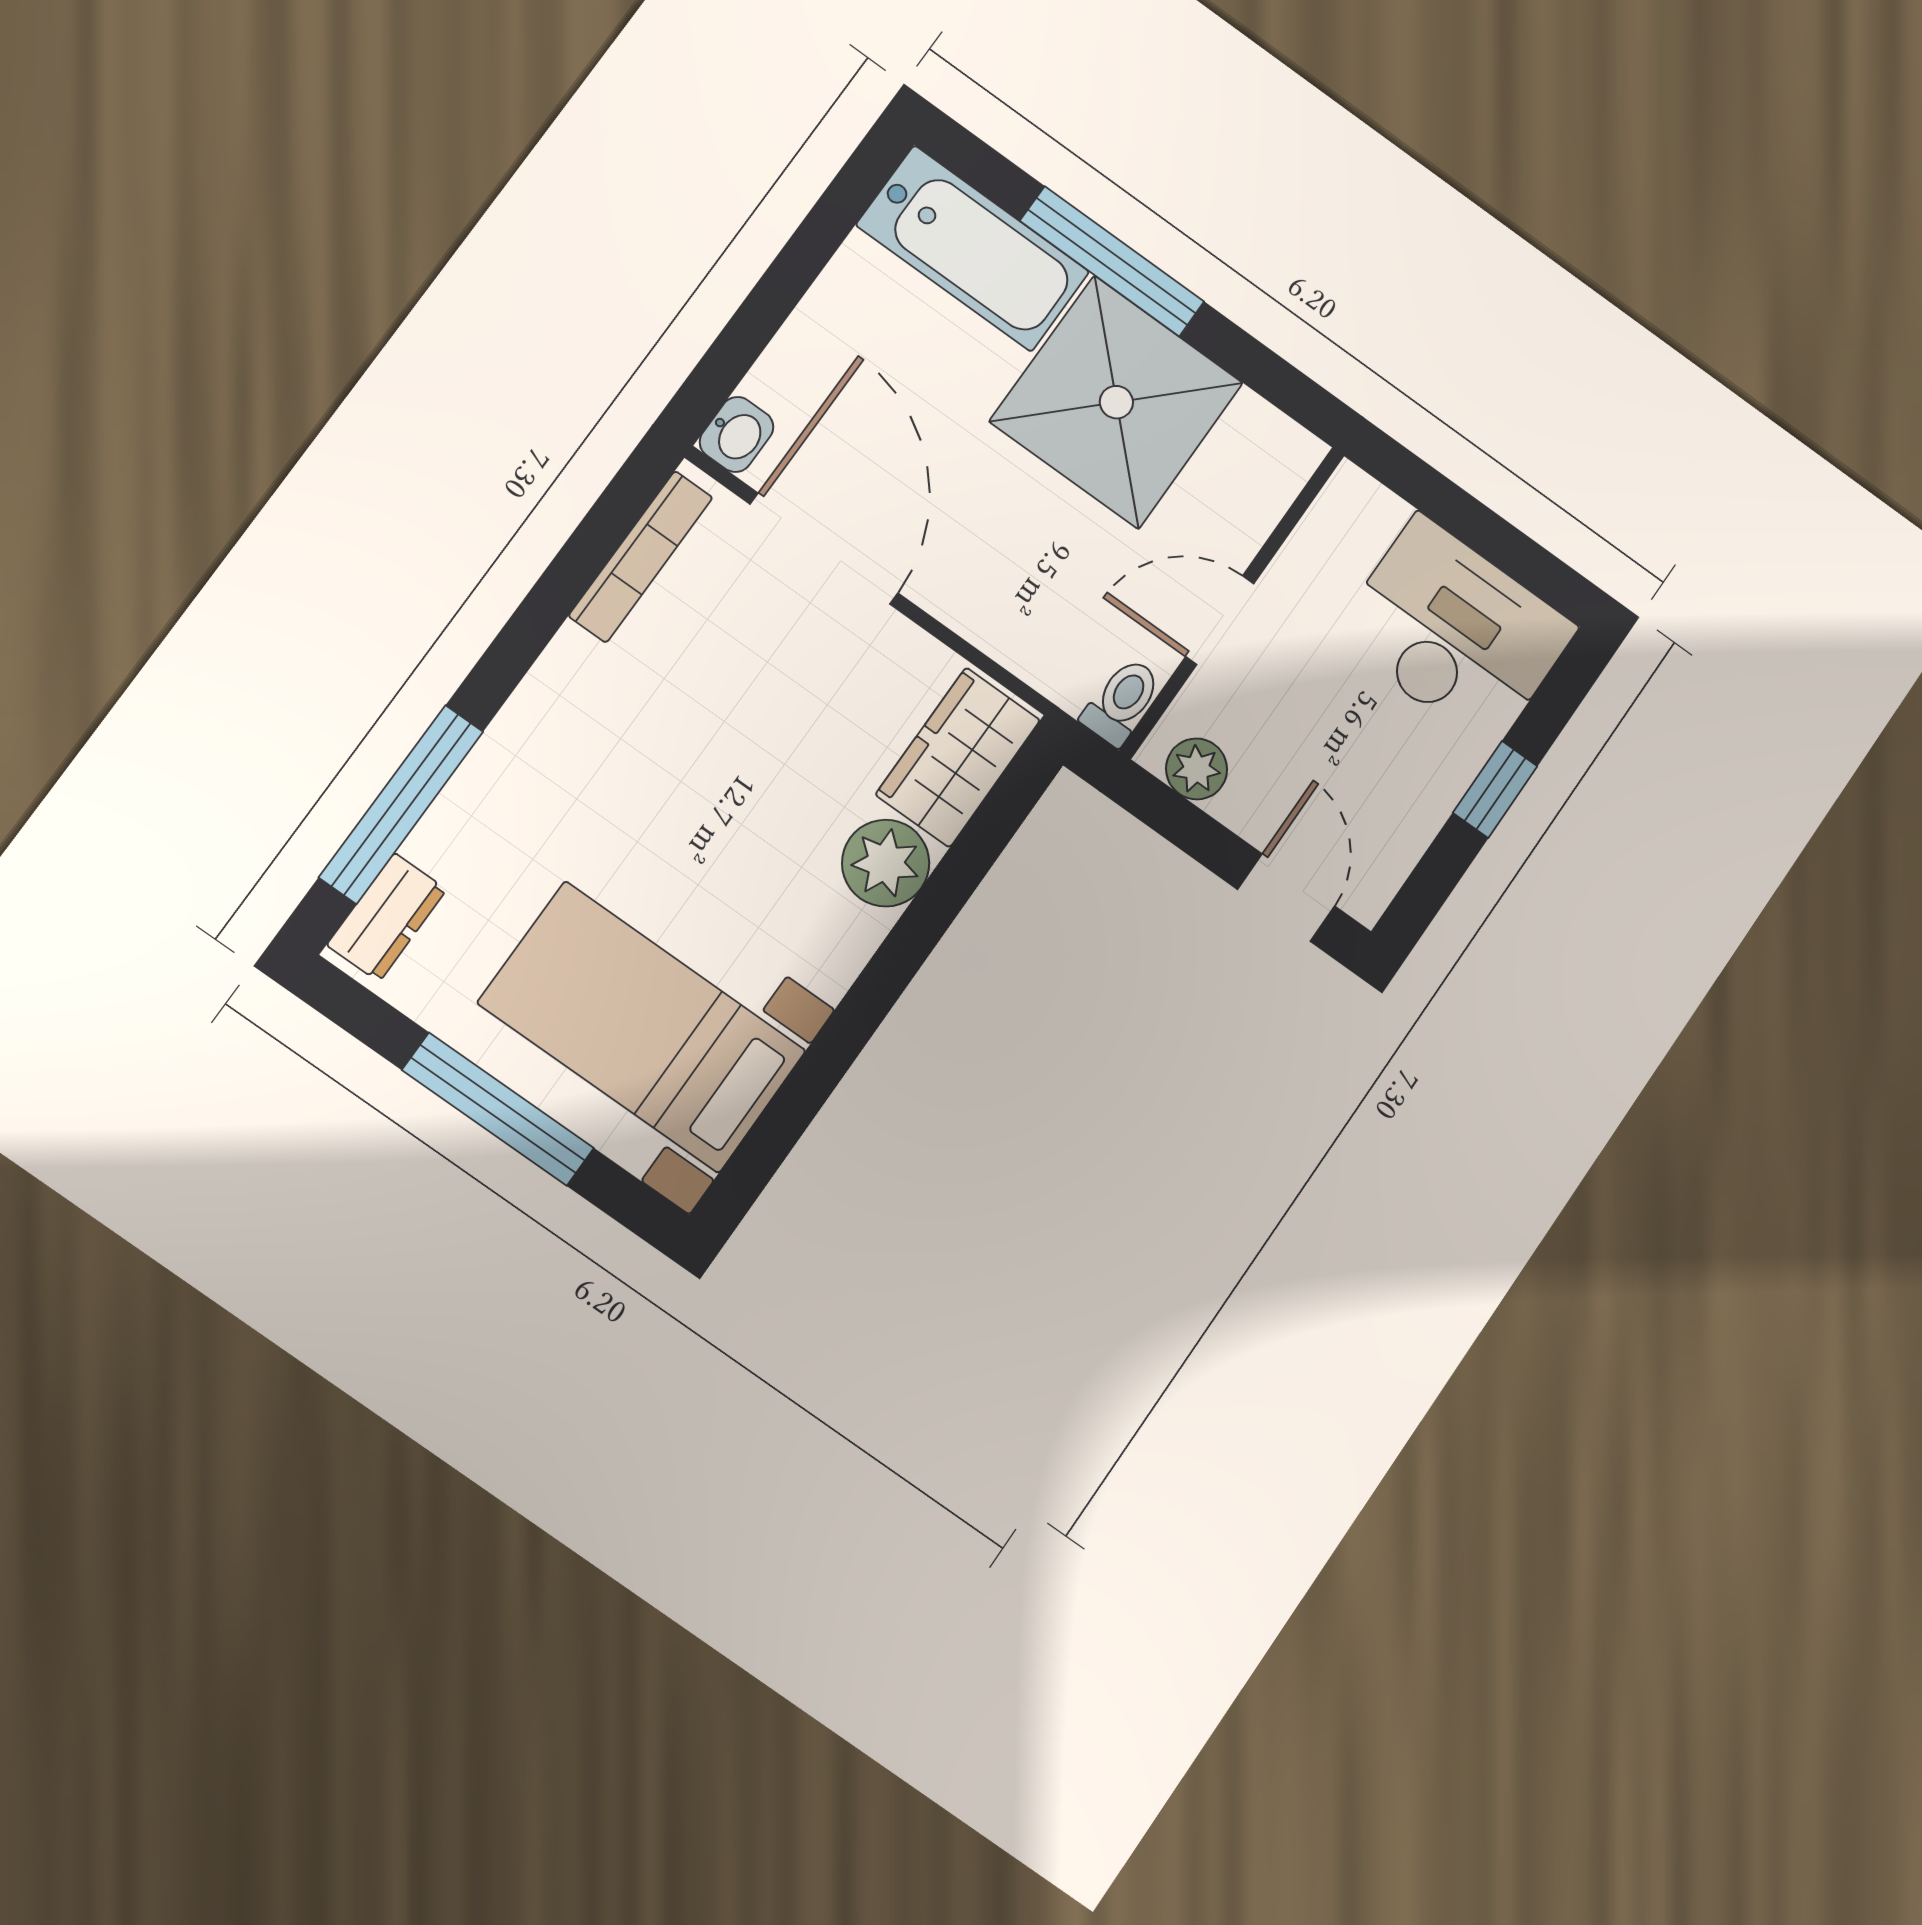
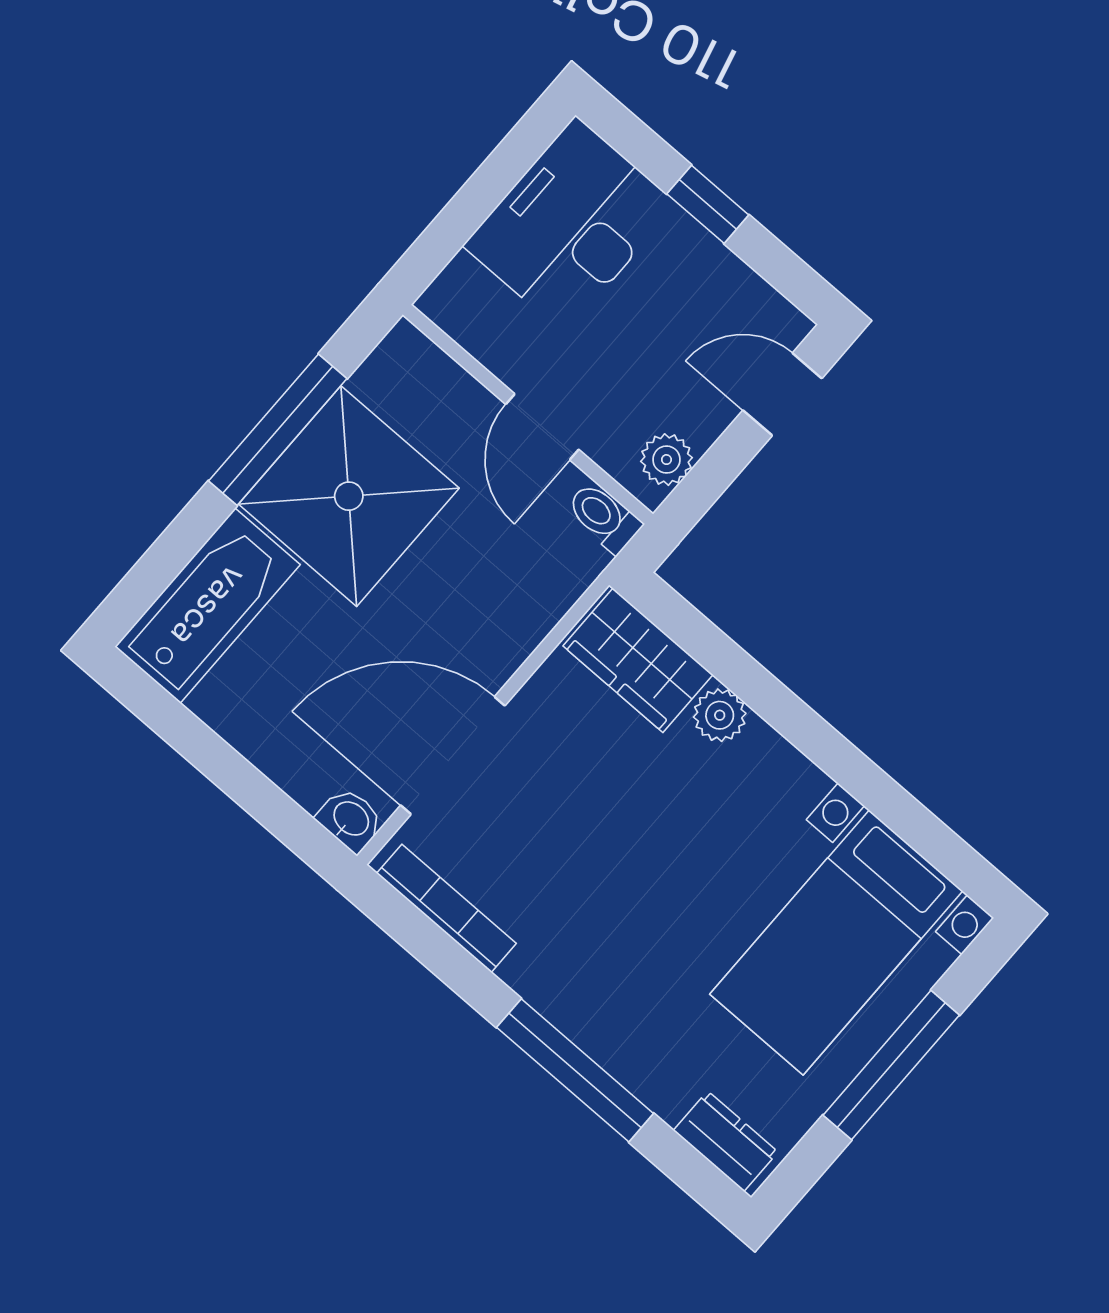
window: (1112, 261) -> (278, 430), moved
window: (401, 804) -> (575, 1070), moved
plant: (886, 863) -> (720, 715), width x0.73, depth x0.73

